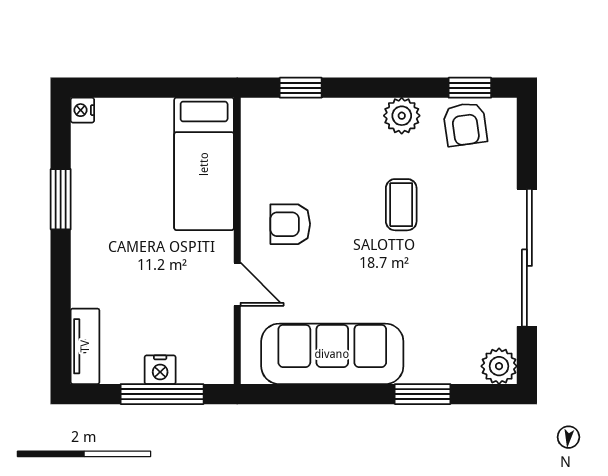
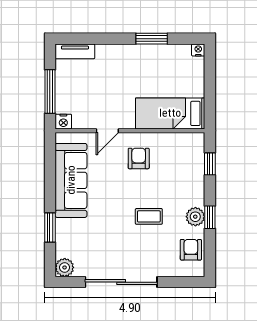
window: (470, 88) -> (210, 217), moved
armchair: (465, 124) -> (191, 250), turned 98
nightstand: (160, 370) -> (63, 122), moved, turned -90

